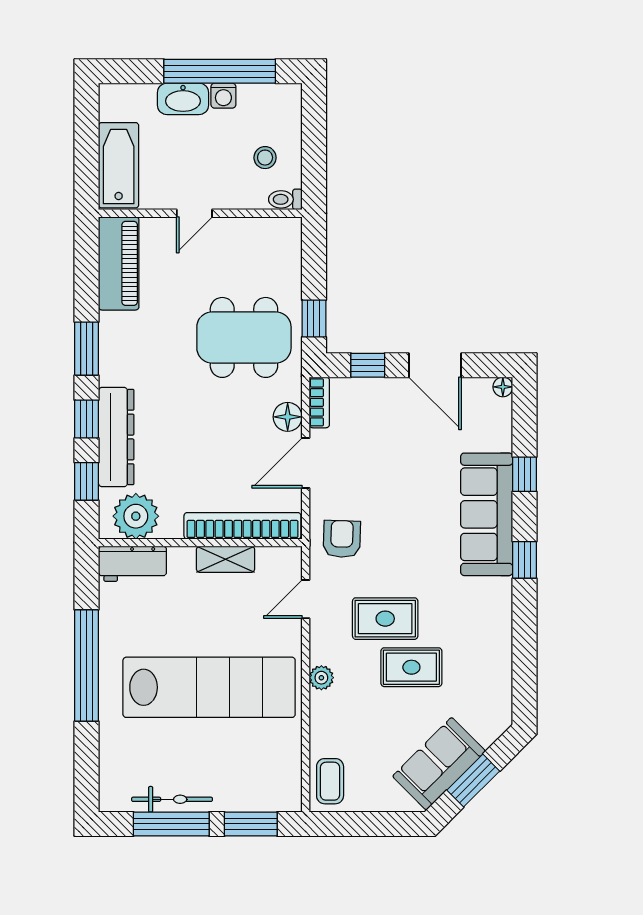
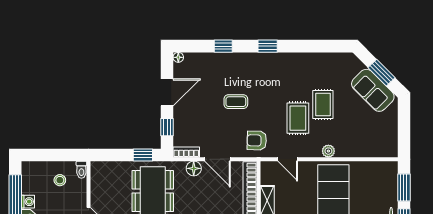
sofa: (487, 514) -> (244, 66), removed
coffee table: (330, 781) -> (236, 102), moved

